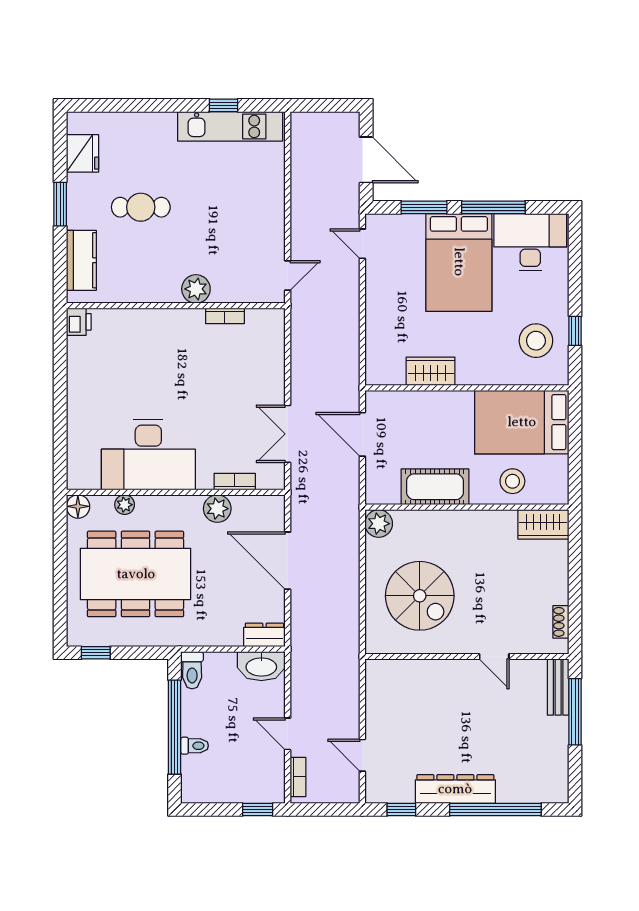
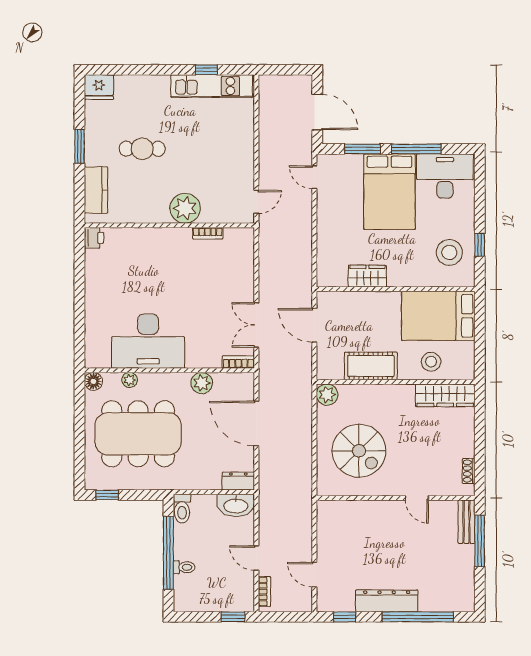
fridge: (82, 153) -> (99, 87), moved, turned 90
plant: (196, 289) -> (185, 208), width x1.36, depth x1.36
bookcase: (235, 482) -> (238, 362), moved
wardrobe: (543, 524) -> (445, 395), width x1.50

